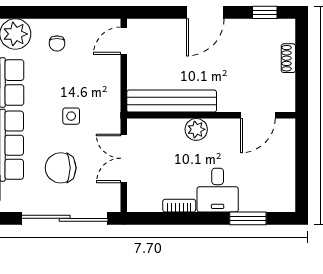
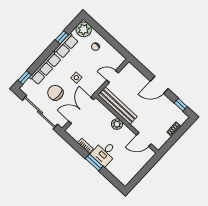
door: (124, 41) -> (113, 77), moved
double door: (124, 158) -> (81, 110), width x1.37
window: (248, 218) -> (94, 162), moved

